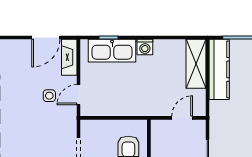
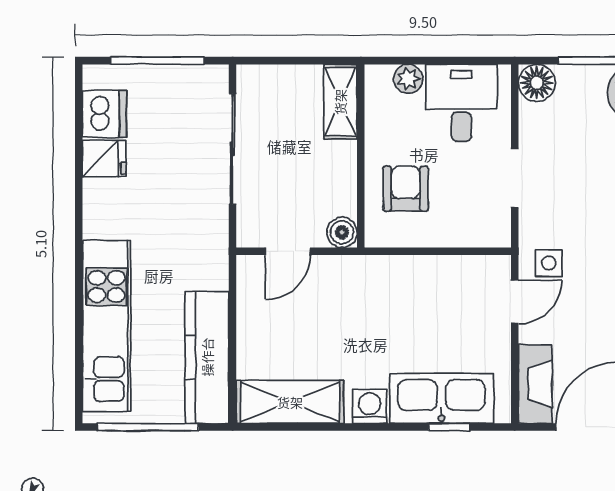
shelving: (196, 64) -> (290, 402), moved, turned 90
side table: (49, 96) -> (549, 263), moved
boiler: (157, 127) -> (342, 232), added

